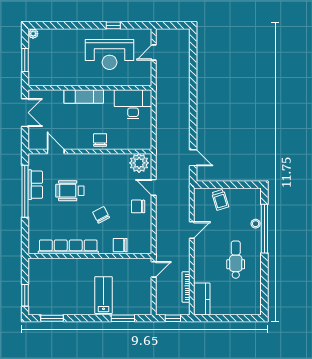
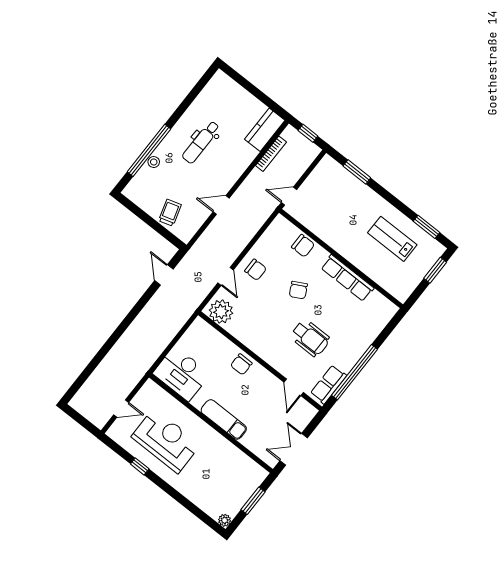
row of seats: (35, 185) -> (328, 384), moved
row of seats: (68, 247) -> (347, 278), width x0.73
lab bench: (103, 295) -> (392, 239), moved, turned 90

